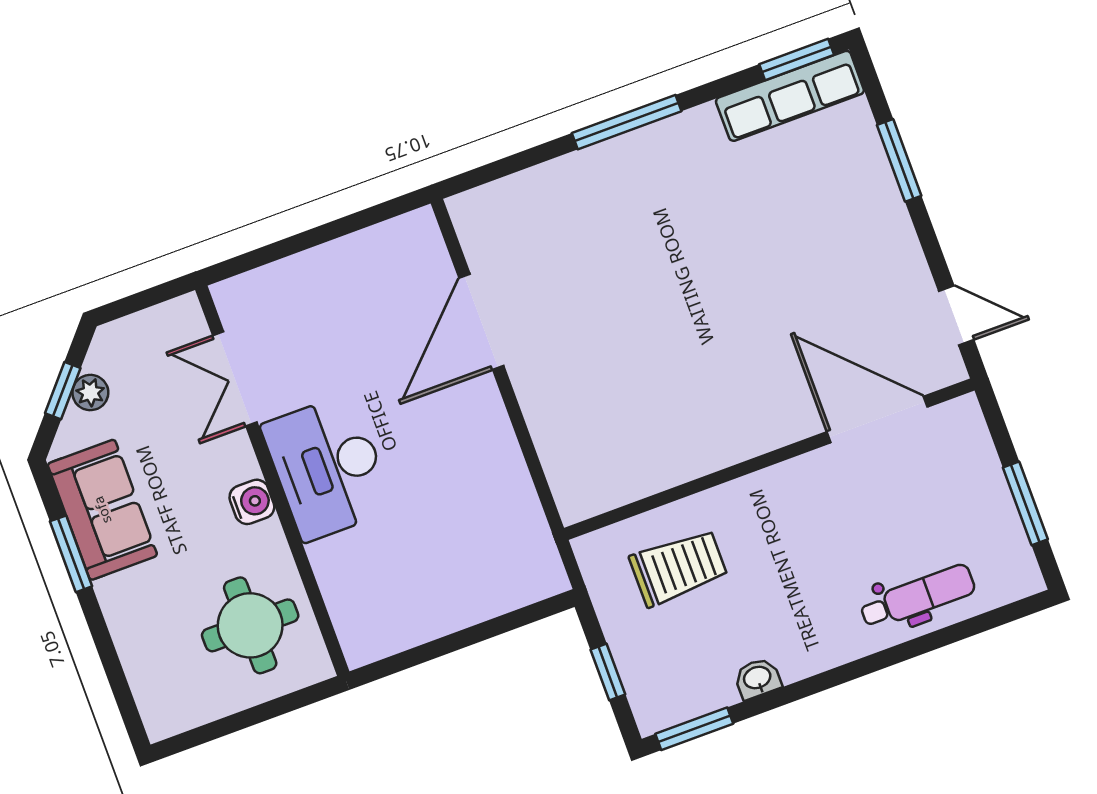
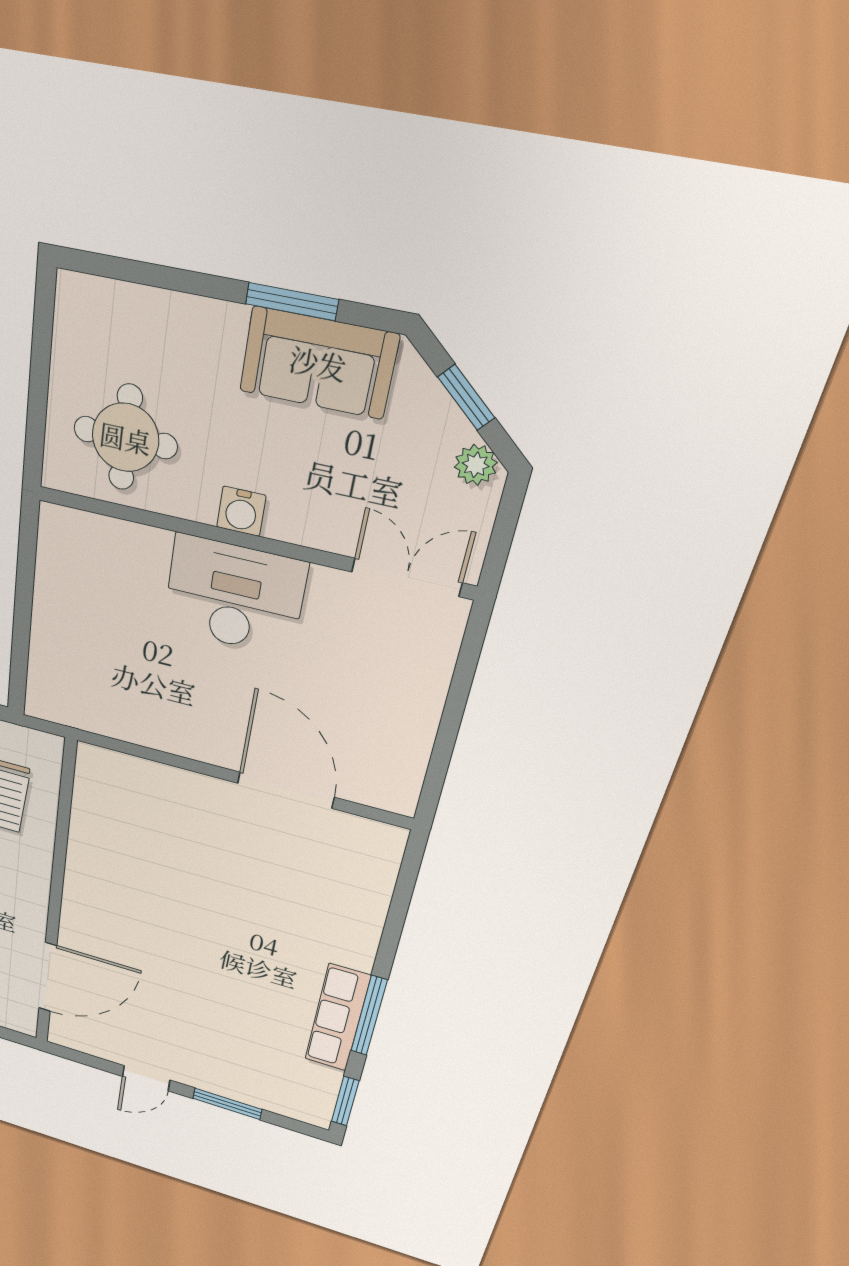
row of seats: (790, 96) -> (337, 1018), moved
window: (627, 122) -> (369, 1016), moved
door: (956, 315) -> (146, 1078), moved
double door: (235, 379) -> (407, 577), moved
plant: (90, 393) -> (476, 465), moved

